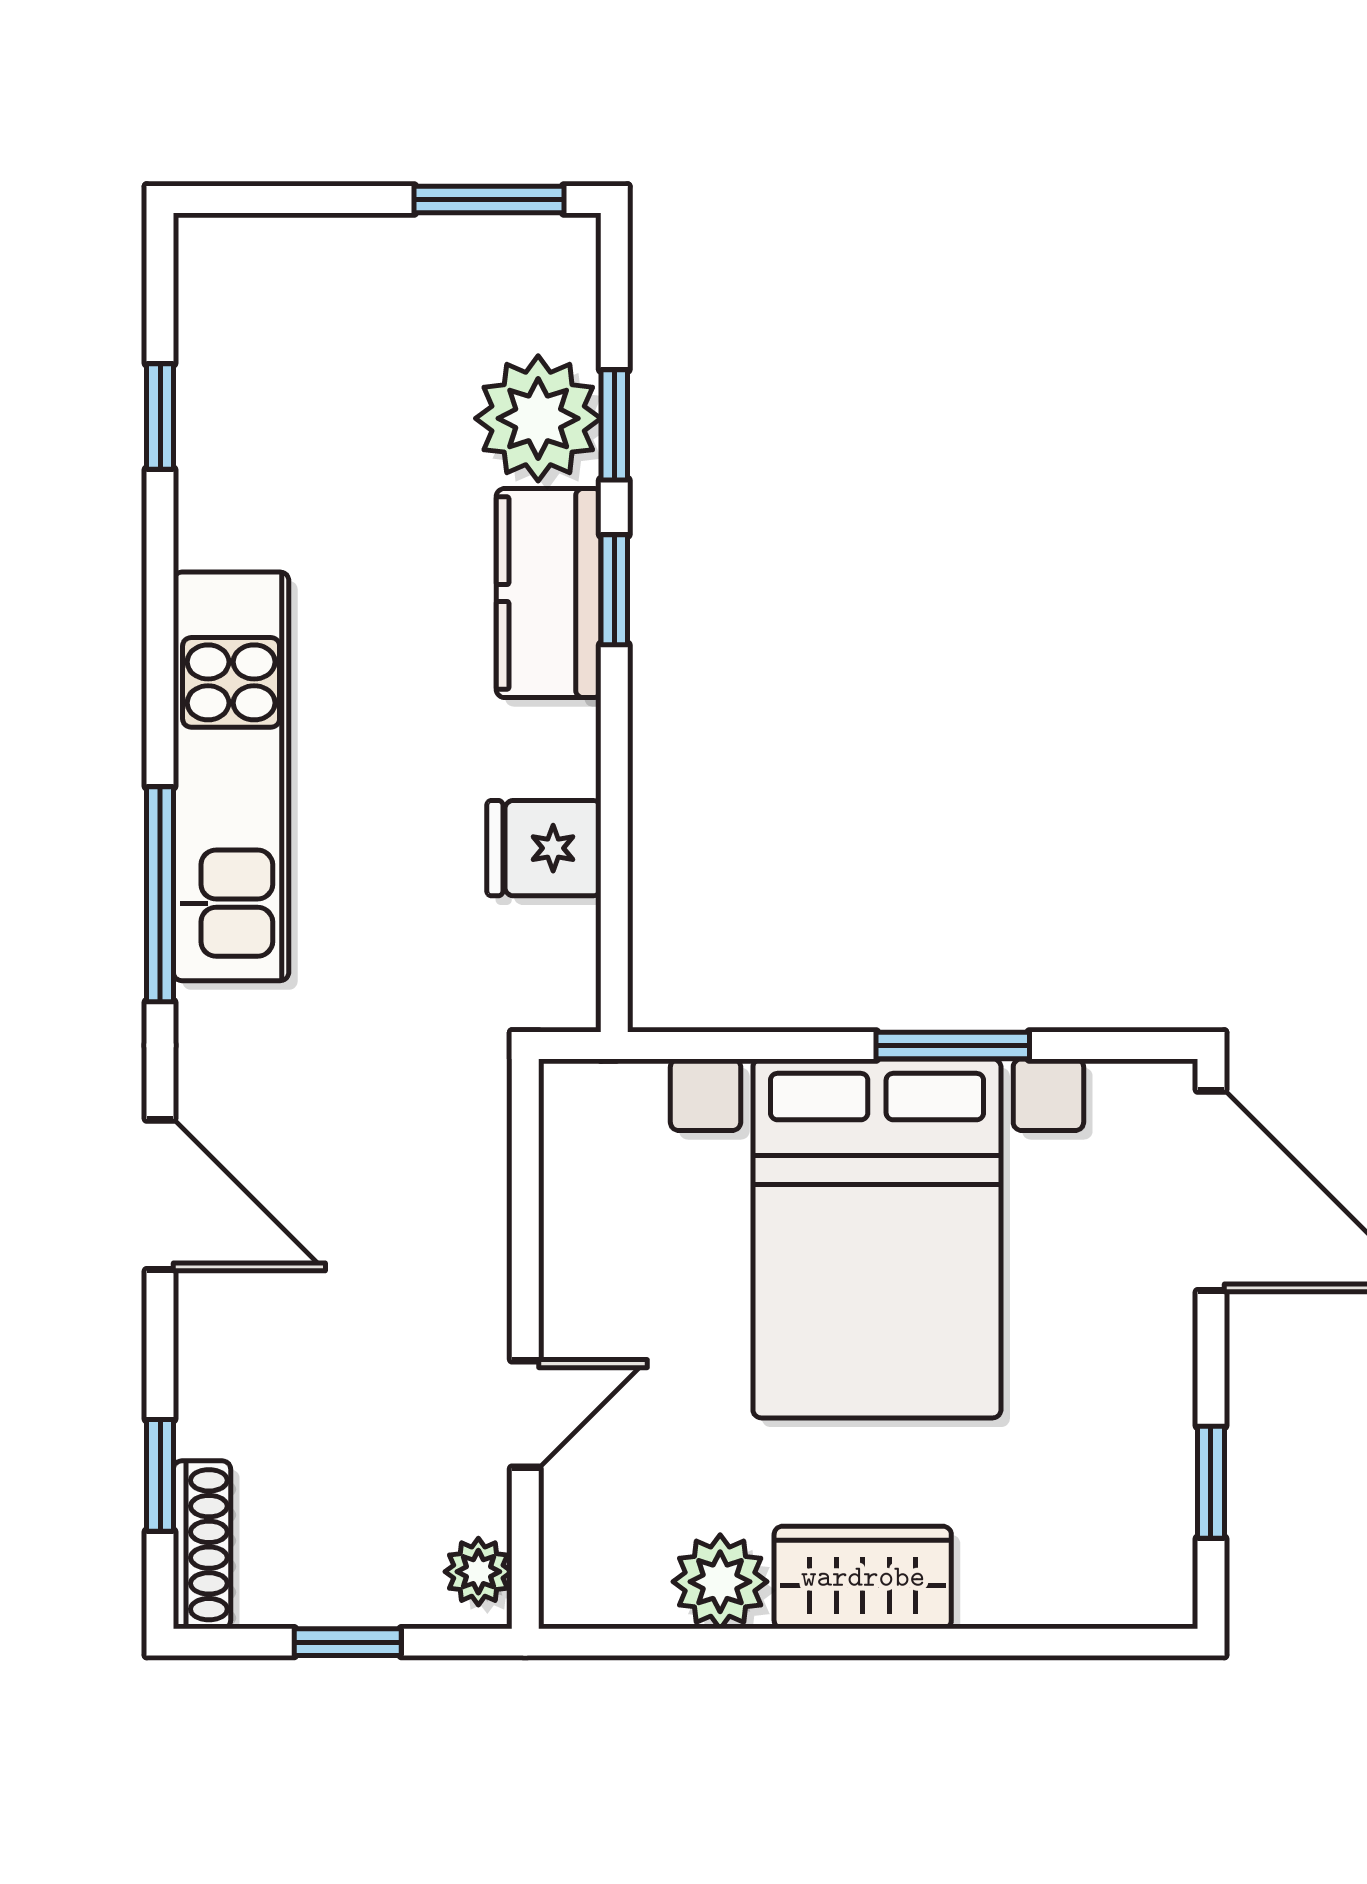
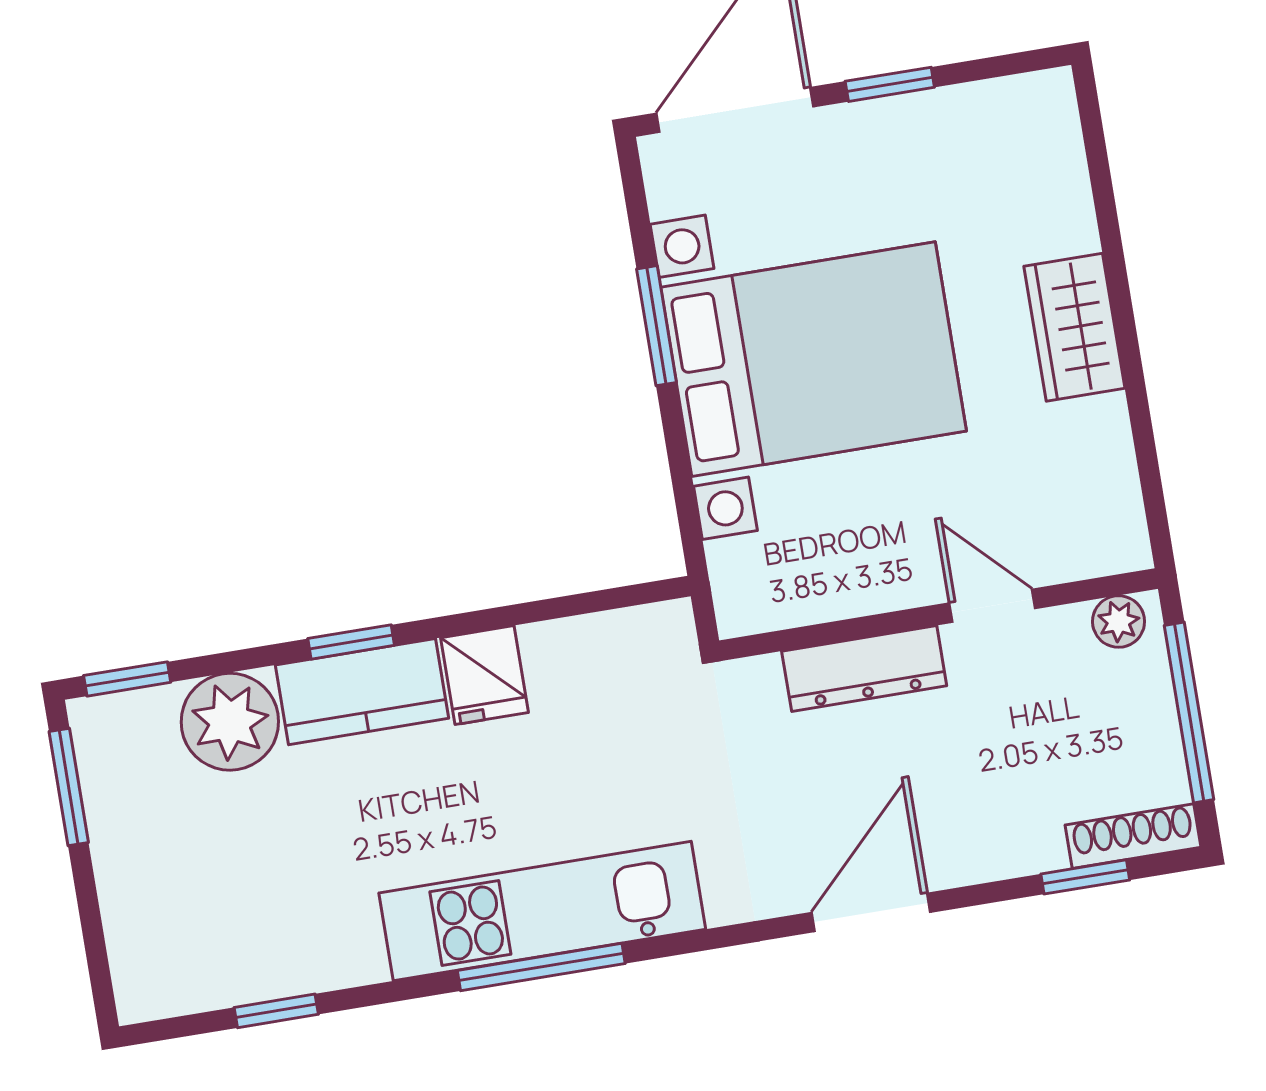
window: (614, 425) -> (127, 679), moved
fridge: (544, 848) -> (485, 675), moved
window: (160, 894) -> (541, 967), moved
dresser: (472, 1238) -> (864, 668), added
window: (1211, 1482) -> (890, 84), moved
plant: (720, 1582) -> (1096, 436), removed
window: (348, 1642) -> (1189, 712), width x2.17

